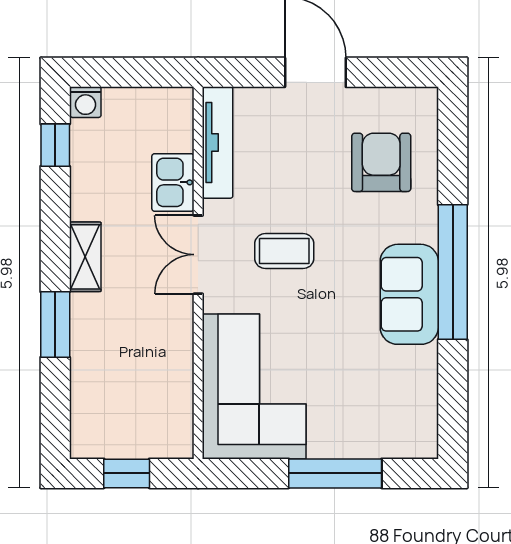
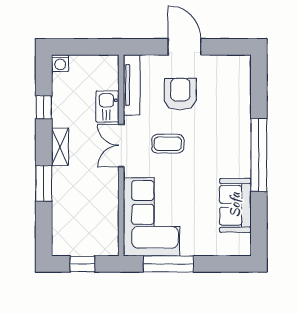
window: (55, 145) -> (44, 107), moved
armchair: (381, 162) -> (180, 94), moved
sofa: (409, 294) -> (235, 205), moved
window: (335, 473) -> (168, 264), moved

